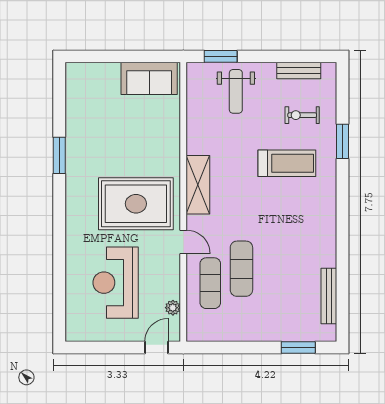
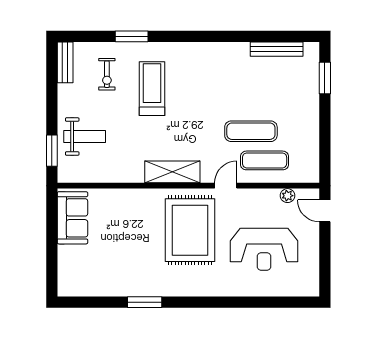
bench: (299, 71) -> (65, 62), moved

